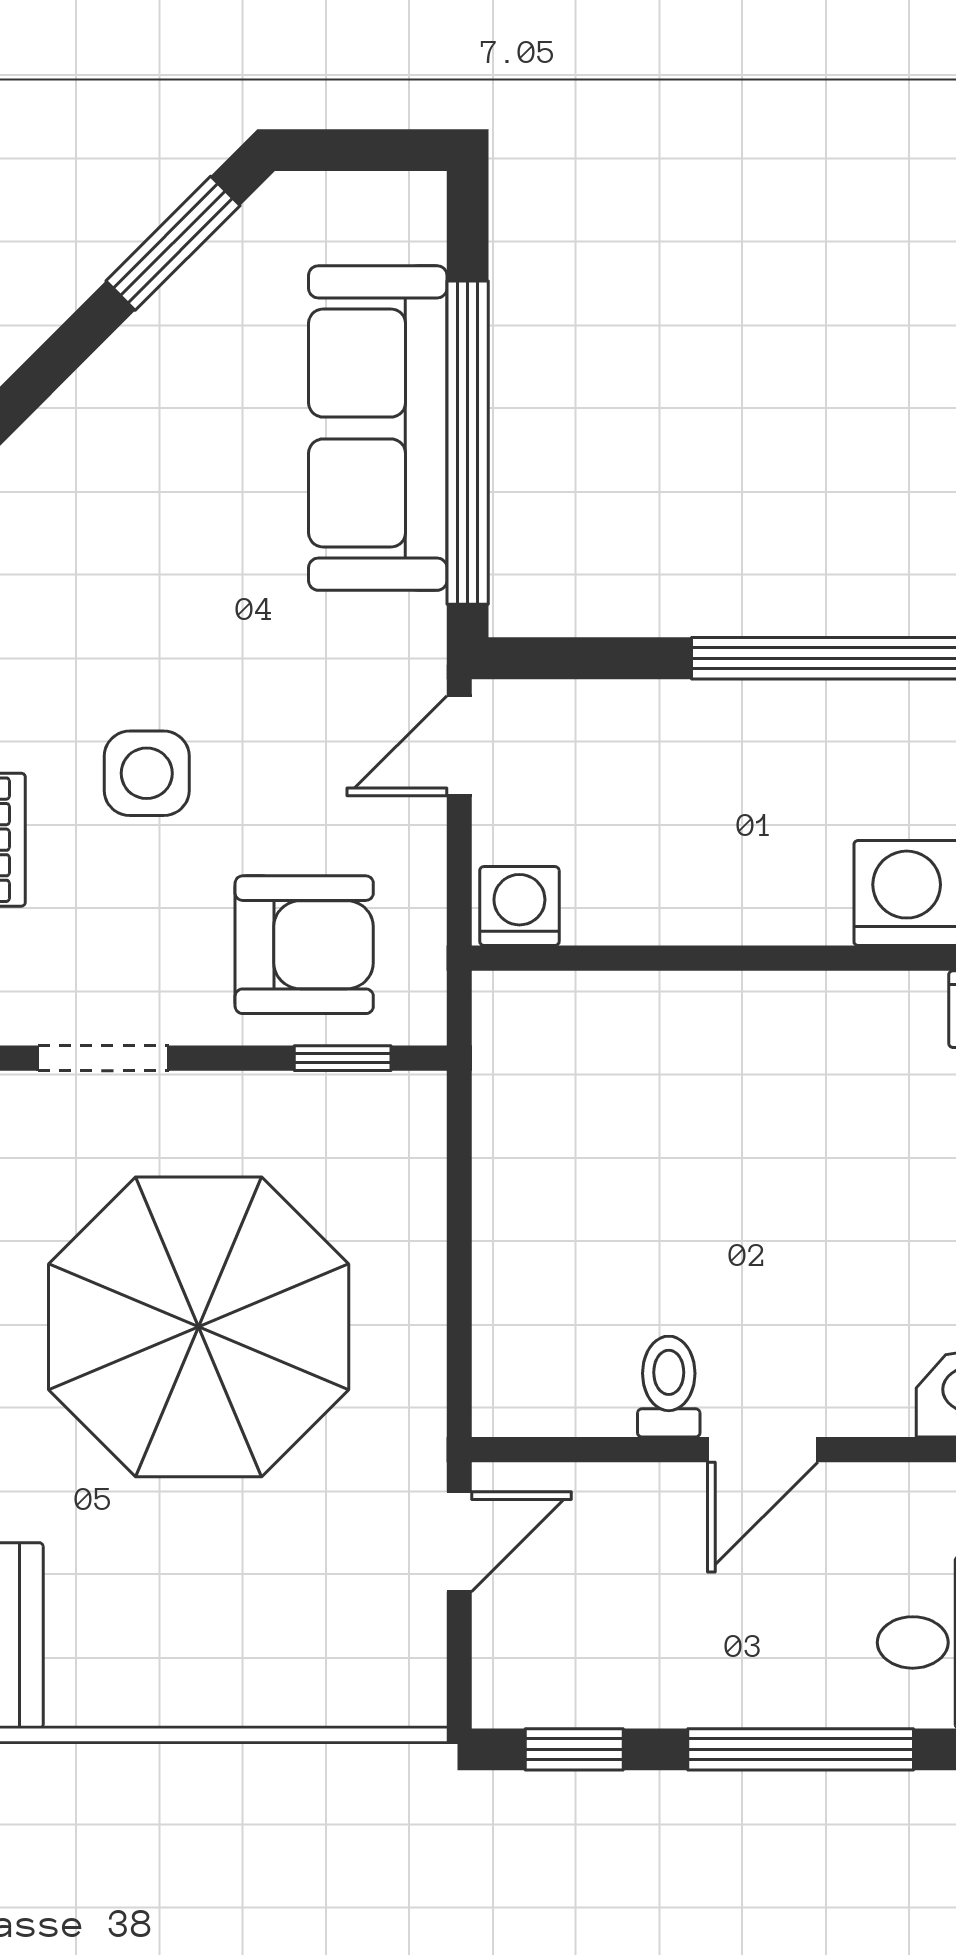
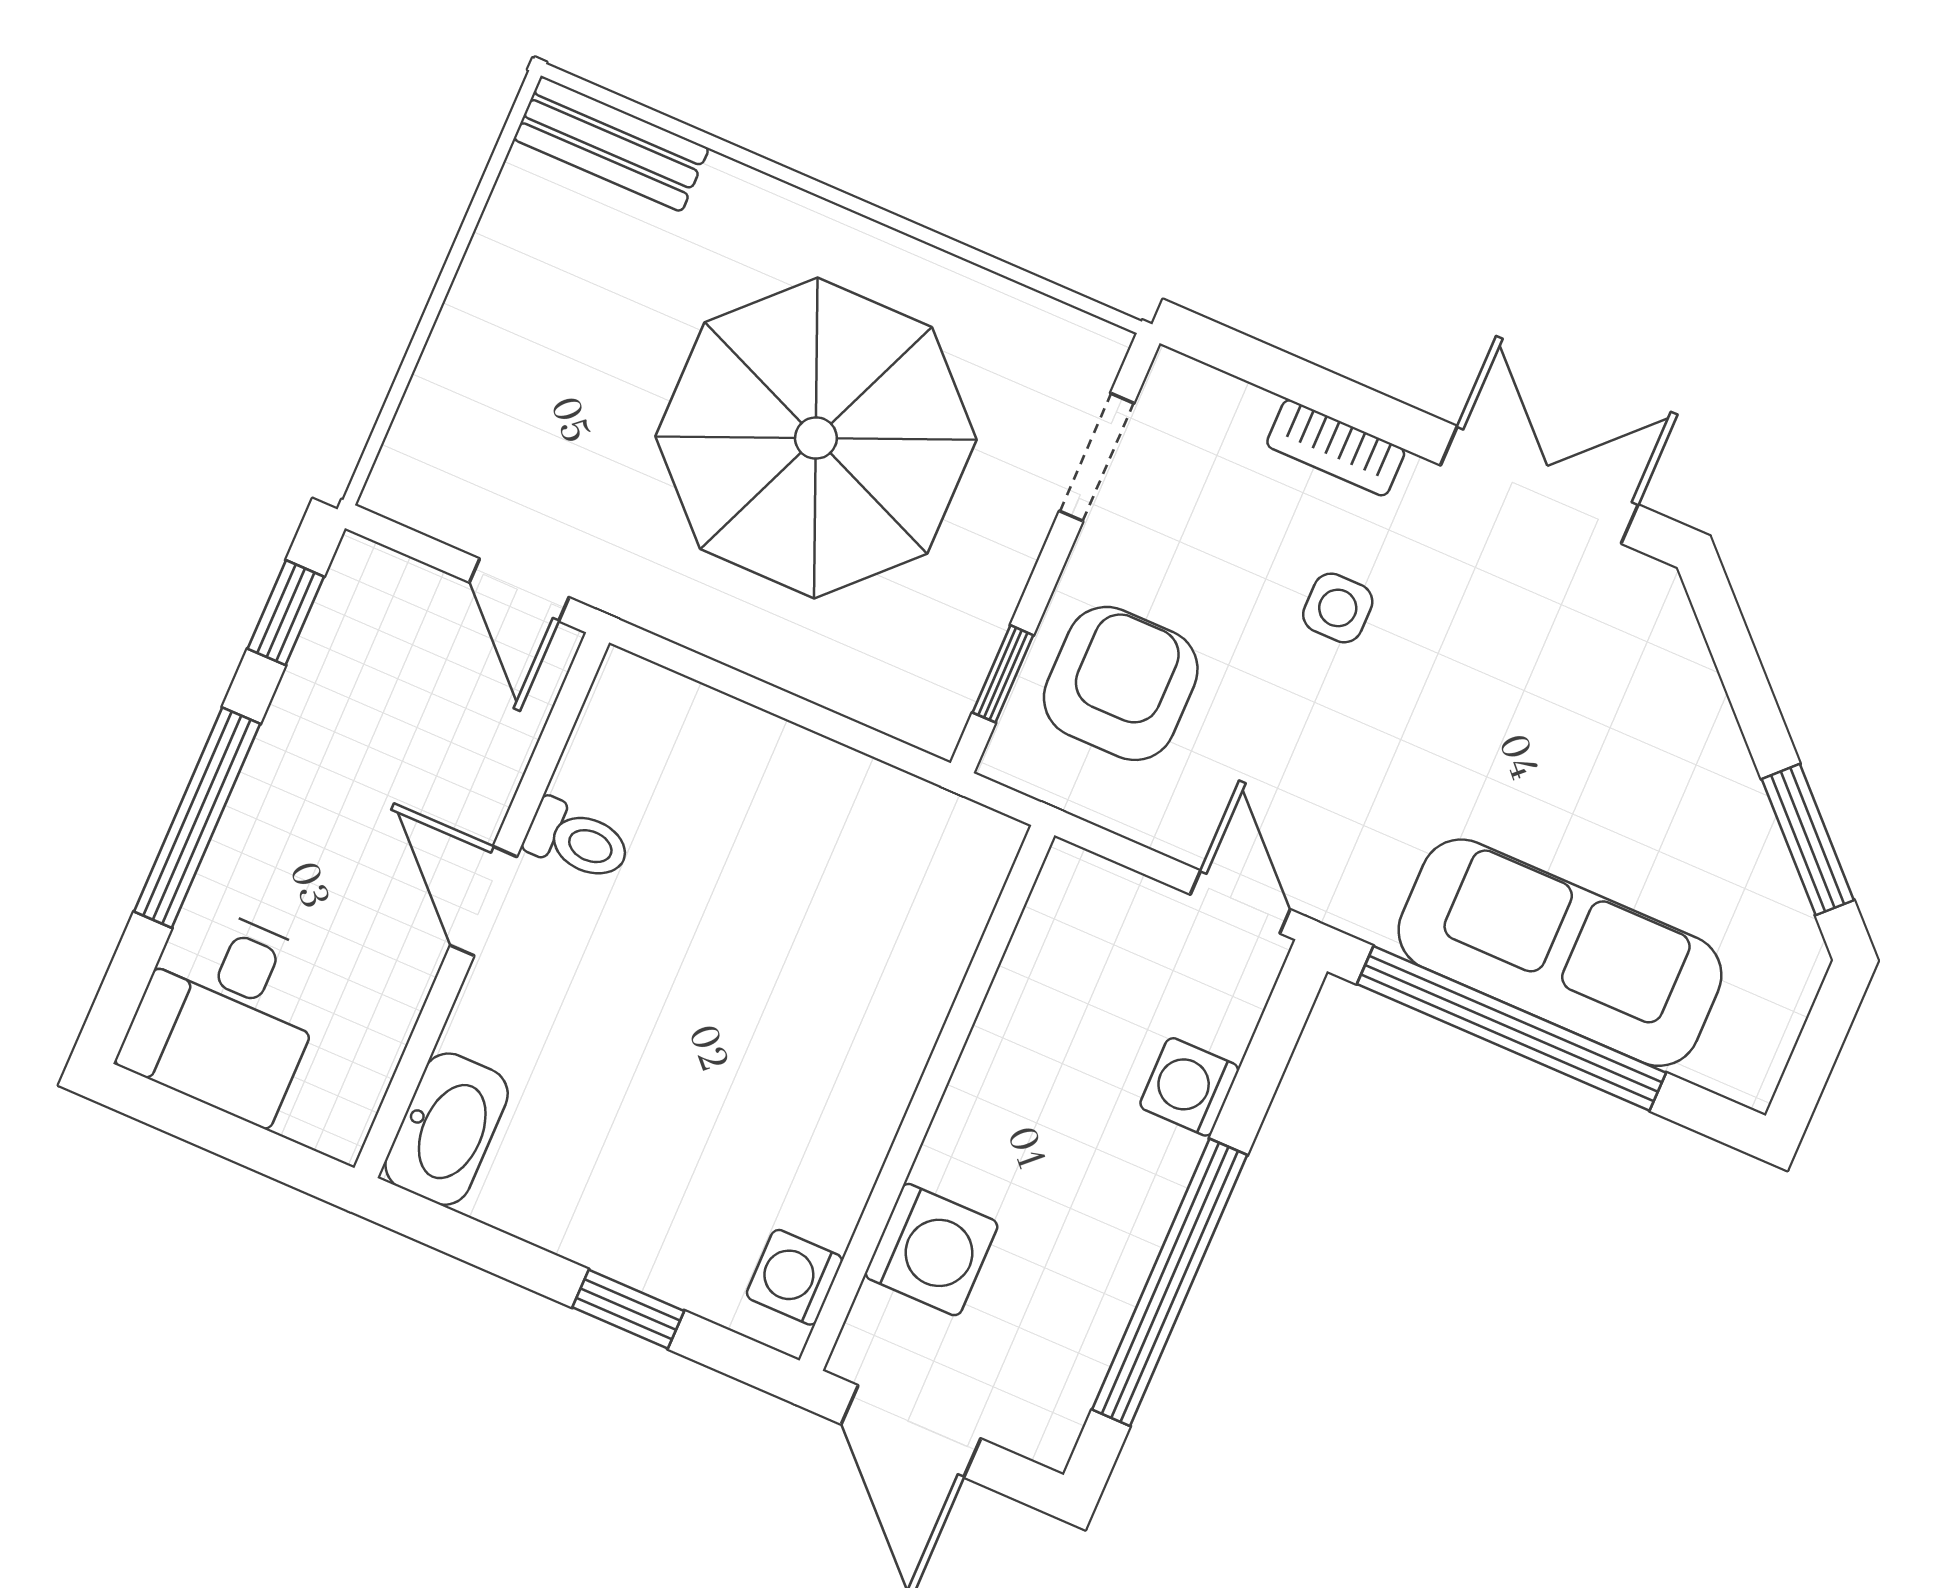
side table: (147, 773) -> (1338, 608), width x0.73, depth x0.73
washing machine: (519, 906) -> (1189, 1087), moved, turned 180
armchair: (304, 945) -> (1121, 683), turned 180

